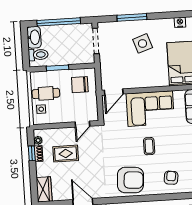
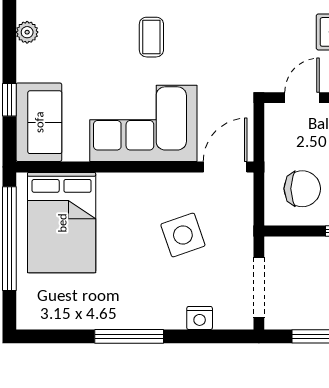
window: (132, 17) -> (129, 336), moved
nightstand: (180, 22) -> (200, 318), moved
side table: (143, 43) -> (183, 235), moved

